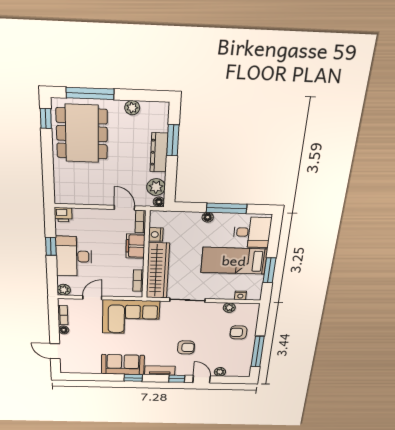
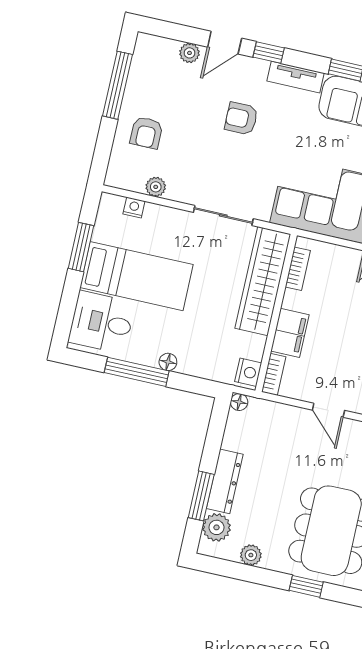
window: (90, 93) -> (306, 586), width x0.46
plant: (156, 187) -> (217, 527), moved
door: (124, 208) -> (328, 410), moved
nightstand: (156, 235) -> (248, 372), moved
armchair: (238, 332) -> (146, 133), turned 90
door: (202, 379) -> (225, 43), hinge flipped

